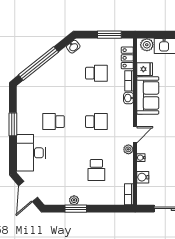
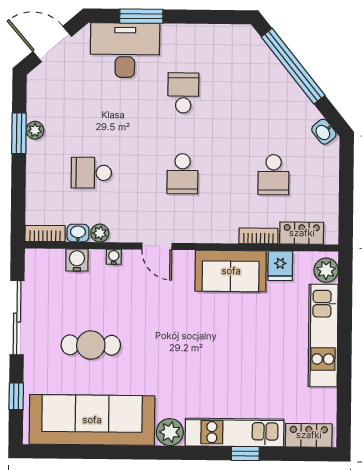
window: (109, 35) -> (346, 200), removed
washbasin: (128, 98) -> (78, 233), moved
window: (13, 124) -> (141, 16), moved
plant: (128, 149) -> (100, 233), moved

